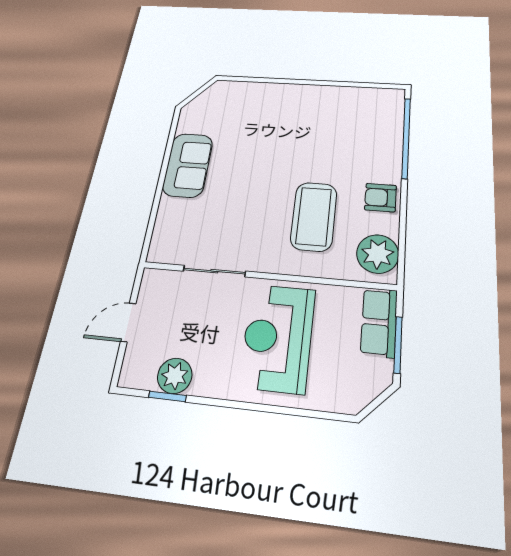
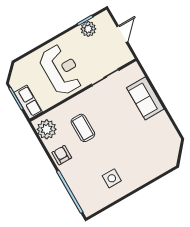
side table: (325, 118) -> (112, 178), added
sofa: (188, 165) -> (145, 98), moved
armchair: (381, 198) -> (62, 155), turned -90
coffee table: (314, 216) -> (83, 128), width x0.73, depth x0.76

